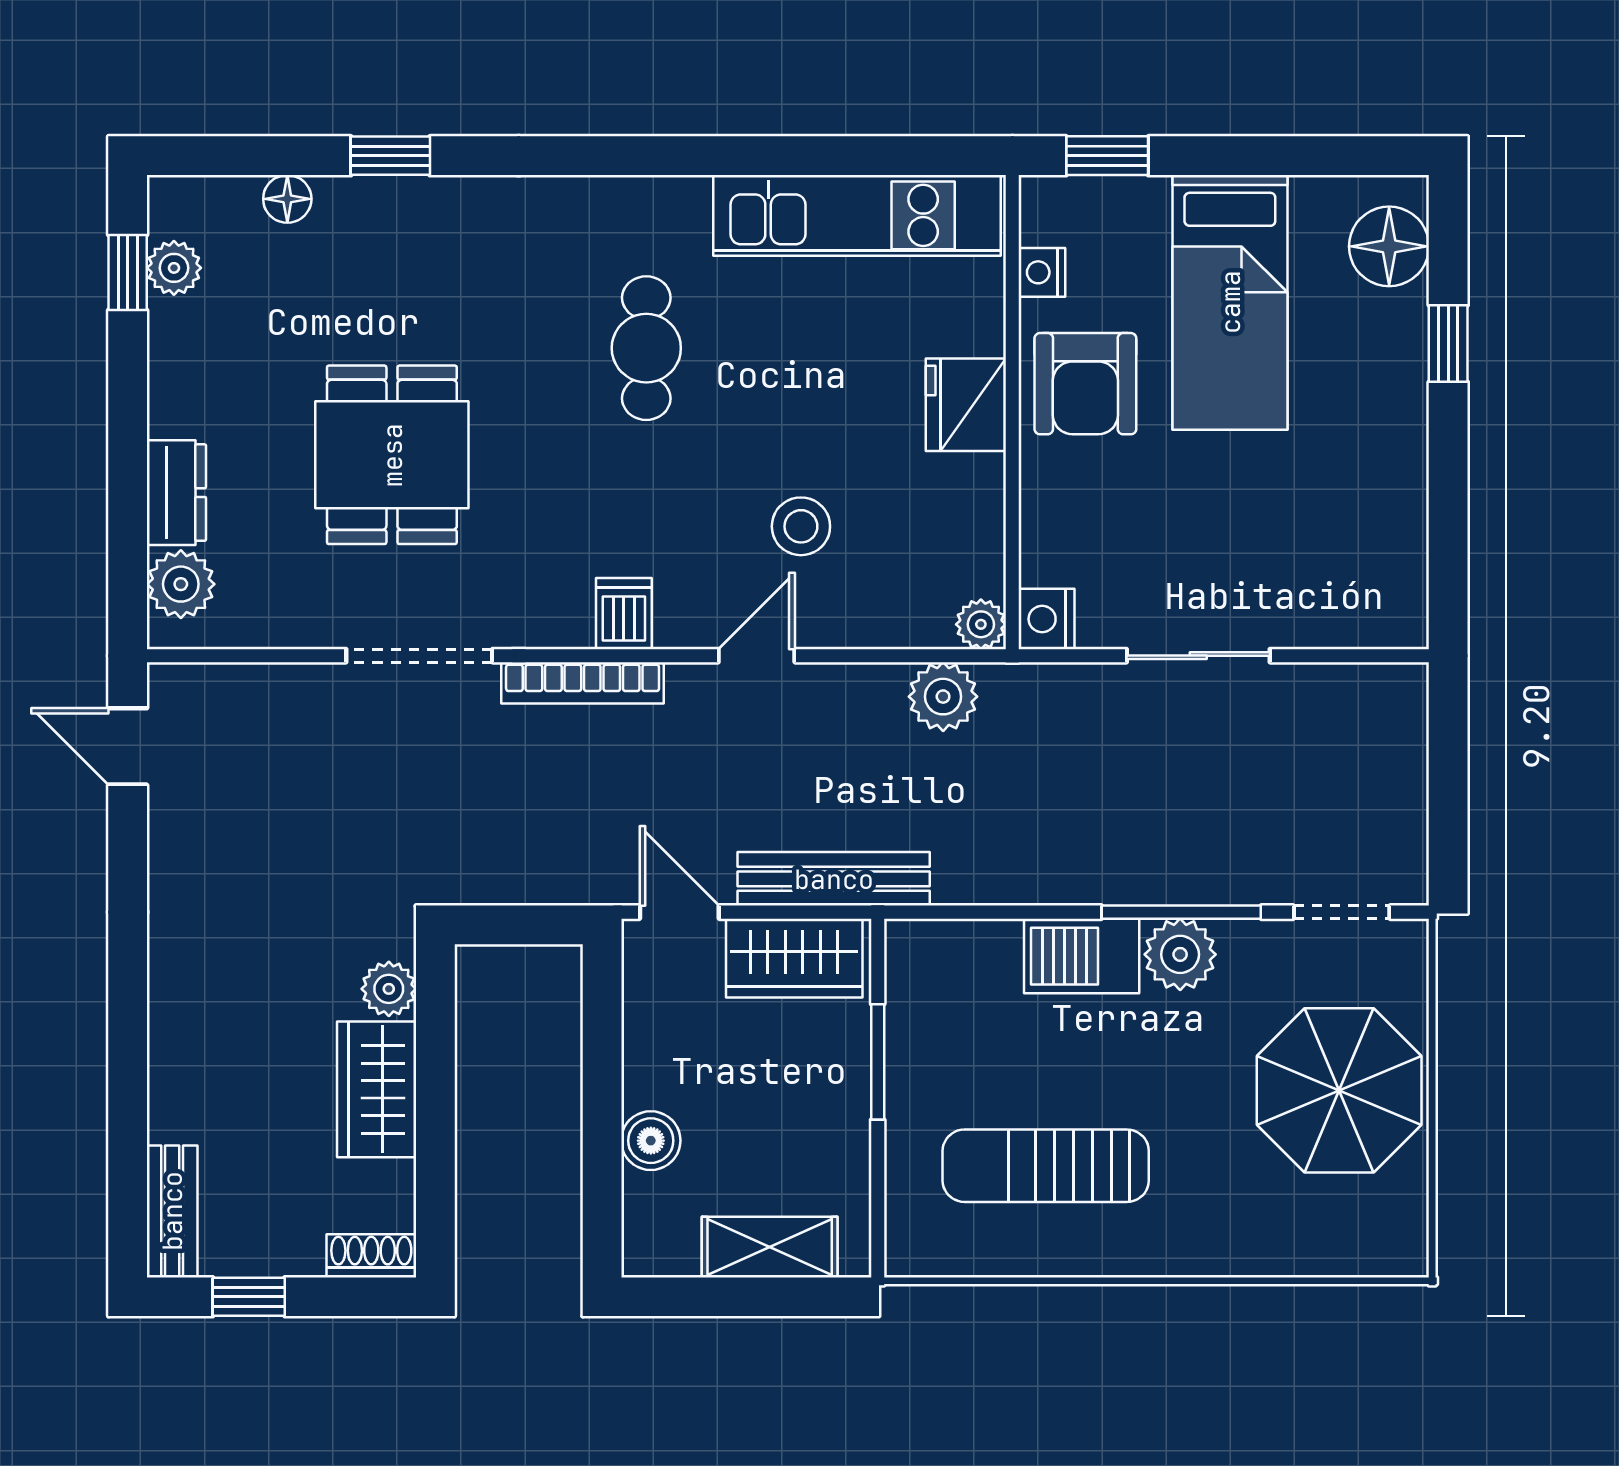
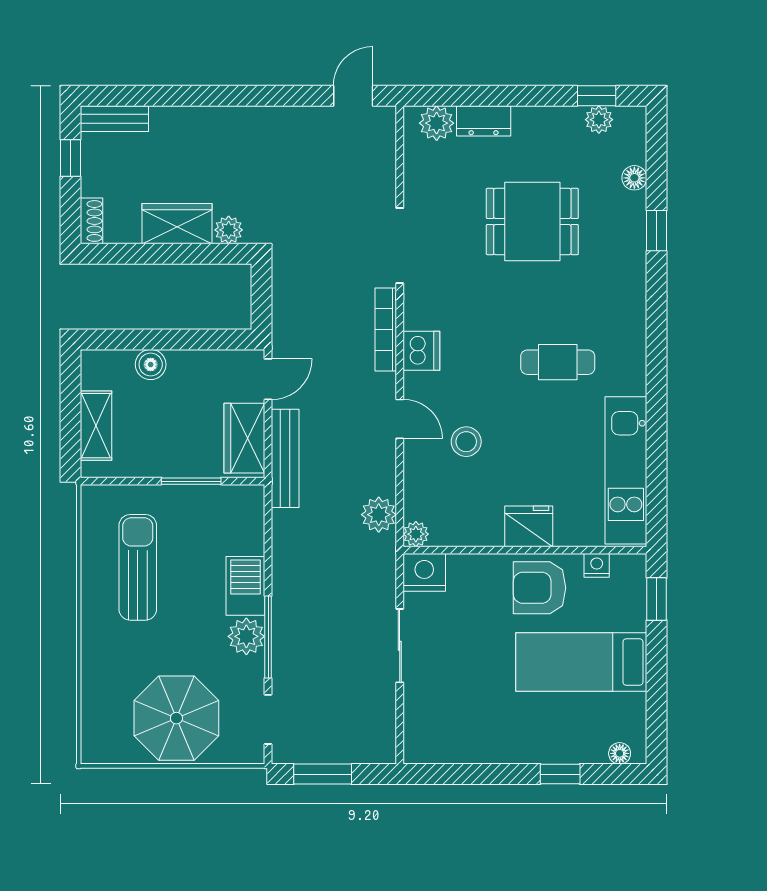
floor lamp: (1389, 246) -> (620, 753), width x0.53, depth x0.53
dining table: (392, 455) -> (532, 221), moved
dishwasher: (624, 614) -> (421, 351), width x1.38
nightstand: (1047, 619) -> (424, 572), width x1.36, depth x1.33
window: (1448, 806) -> (323, 774), added

